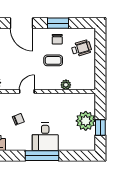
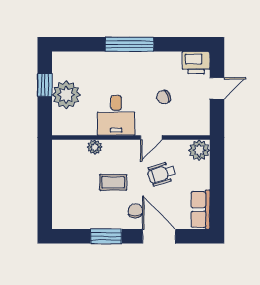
chair: (57, 39) -> (135, 211), moved
wheelchair: (81, 48) -> (162, 174), moved
desk: (45, 137) -> (116, 115), moved, turned 180

